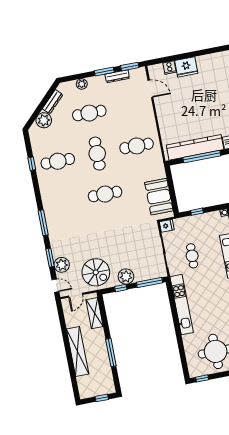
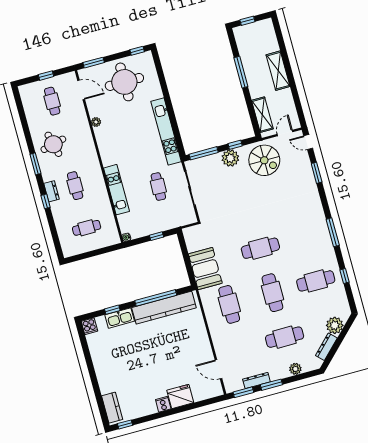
cooker: (169, 67) -> (163, 404), moved
cafe table: (137, 146) -> (229, 304), turned 90
booth: (159, 197) -> (205, 269), moved
window: (43, 223) -> (333, 232), moved
fridge: (167, 226) -> (189, 218), removed
plant: (62, 265) -> (303, 166), removed
spiral stairs: (96, 272) -> (264, 160), turned 180
shelving: (78, 351) -> (278, 71), width x0.68

